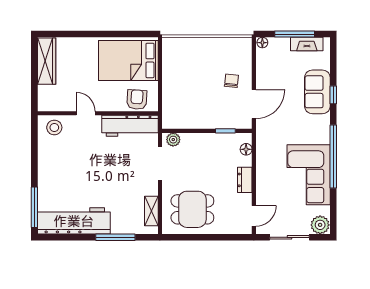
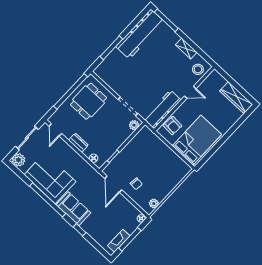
plant: (235, 44) -> (154, 203), added
sofa: (317, 92) -> (73, 209), moved
shelving: (151, 211) -> (186, 49), moved
window: (200, 237) -> (71, 91), added

